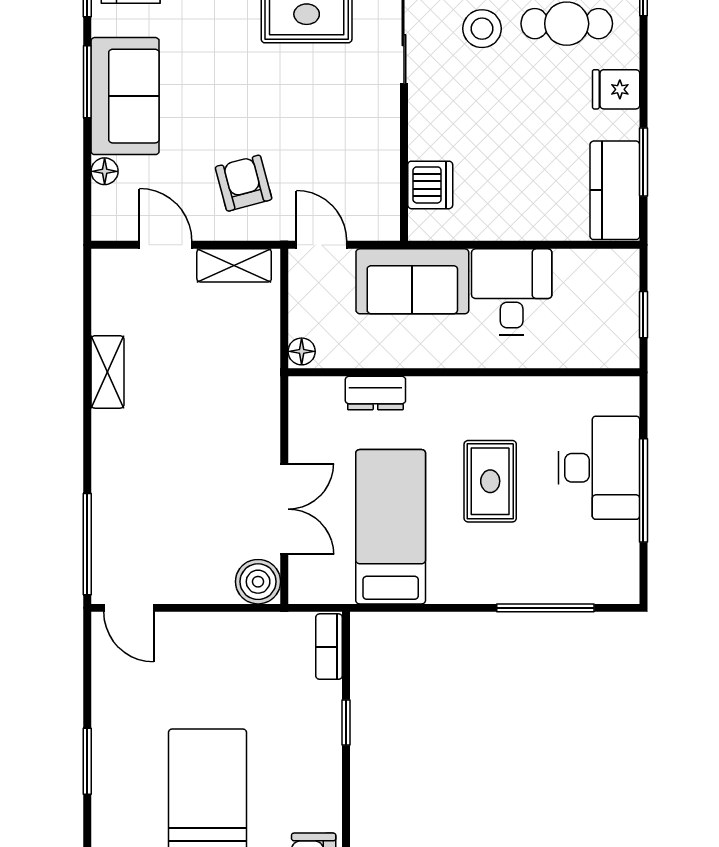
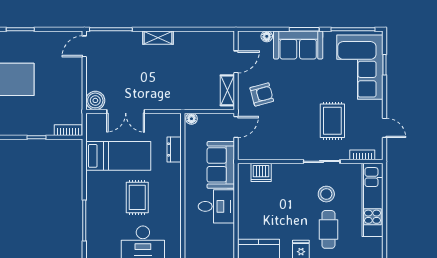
shelving: (107, 372) -> (158, 38), moved
rug: (490, 481) -> (137, 197), turned 90

